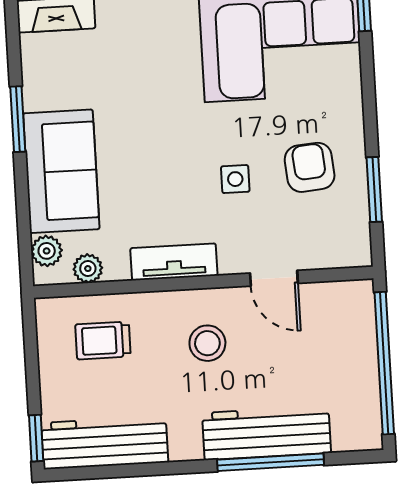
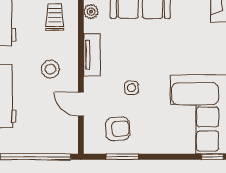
armchair: (310, 167) -> (118, 129), moved
door: (274, 278) -> (81, 104), hinge flipped

